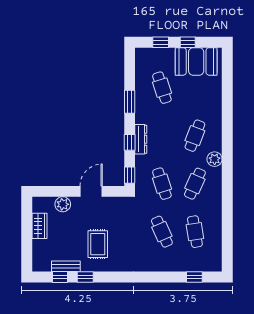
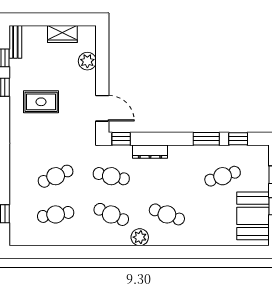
dresser: (141, 139) -> (150, 152), moved
window: (130, 142) -> (238, 139), moved
cafe table: (162, 184) -> (111, 176), turned 30
door: (91, 191) -> (102, 108), moved
bench: (66, 266) -> (15, 42), moved

